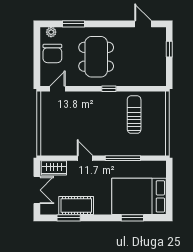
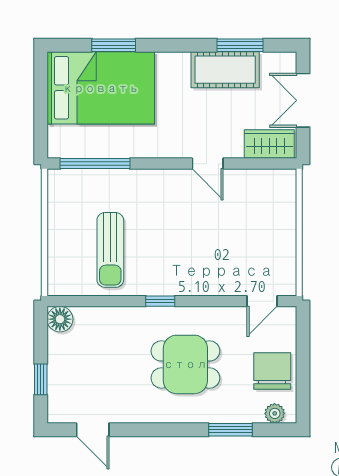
dining table: (96, 57) -> (185, 364), width x0.73
floor lamp: (160, 80) -> (60, 319), added
window: (123, 158) -> (95, 164), moved

